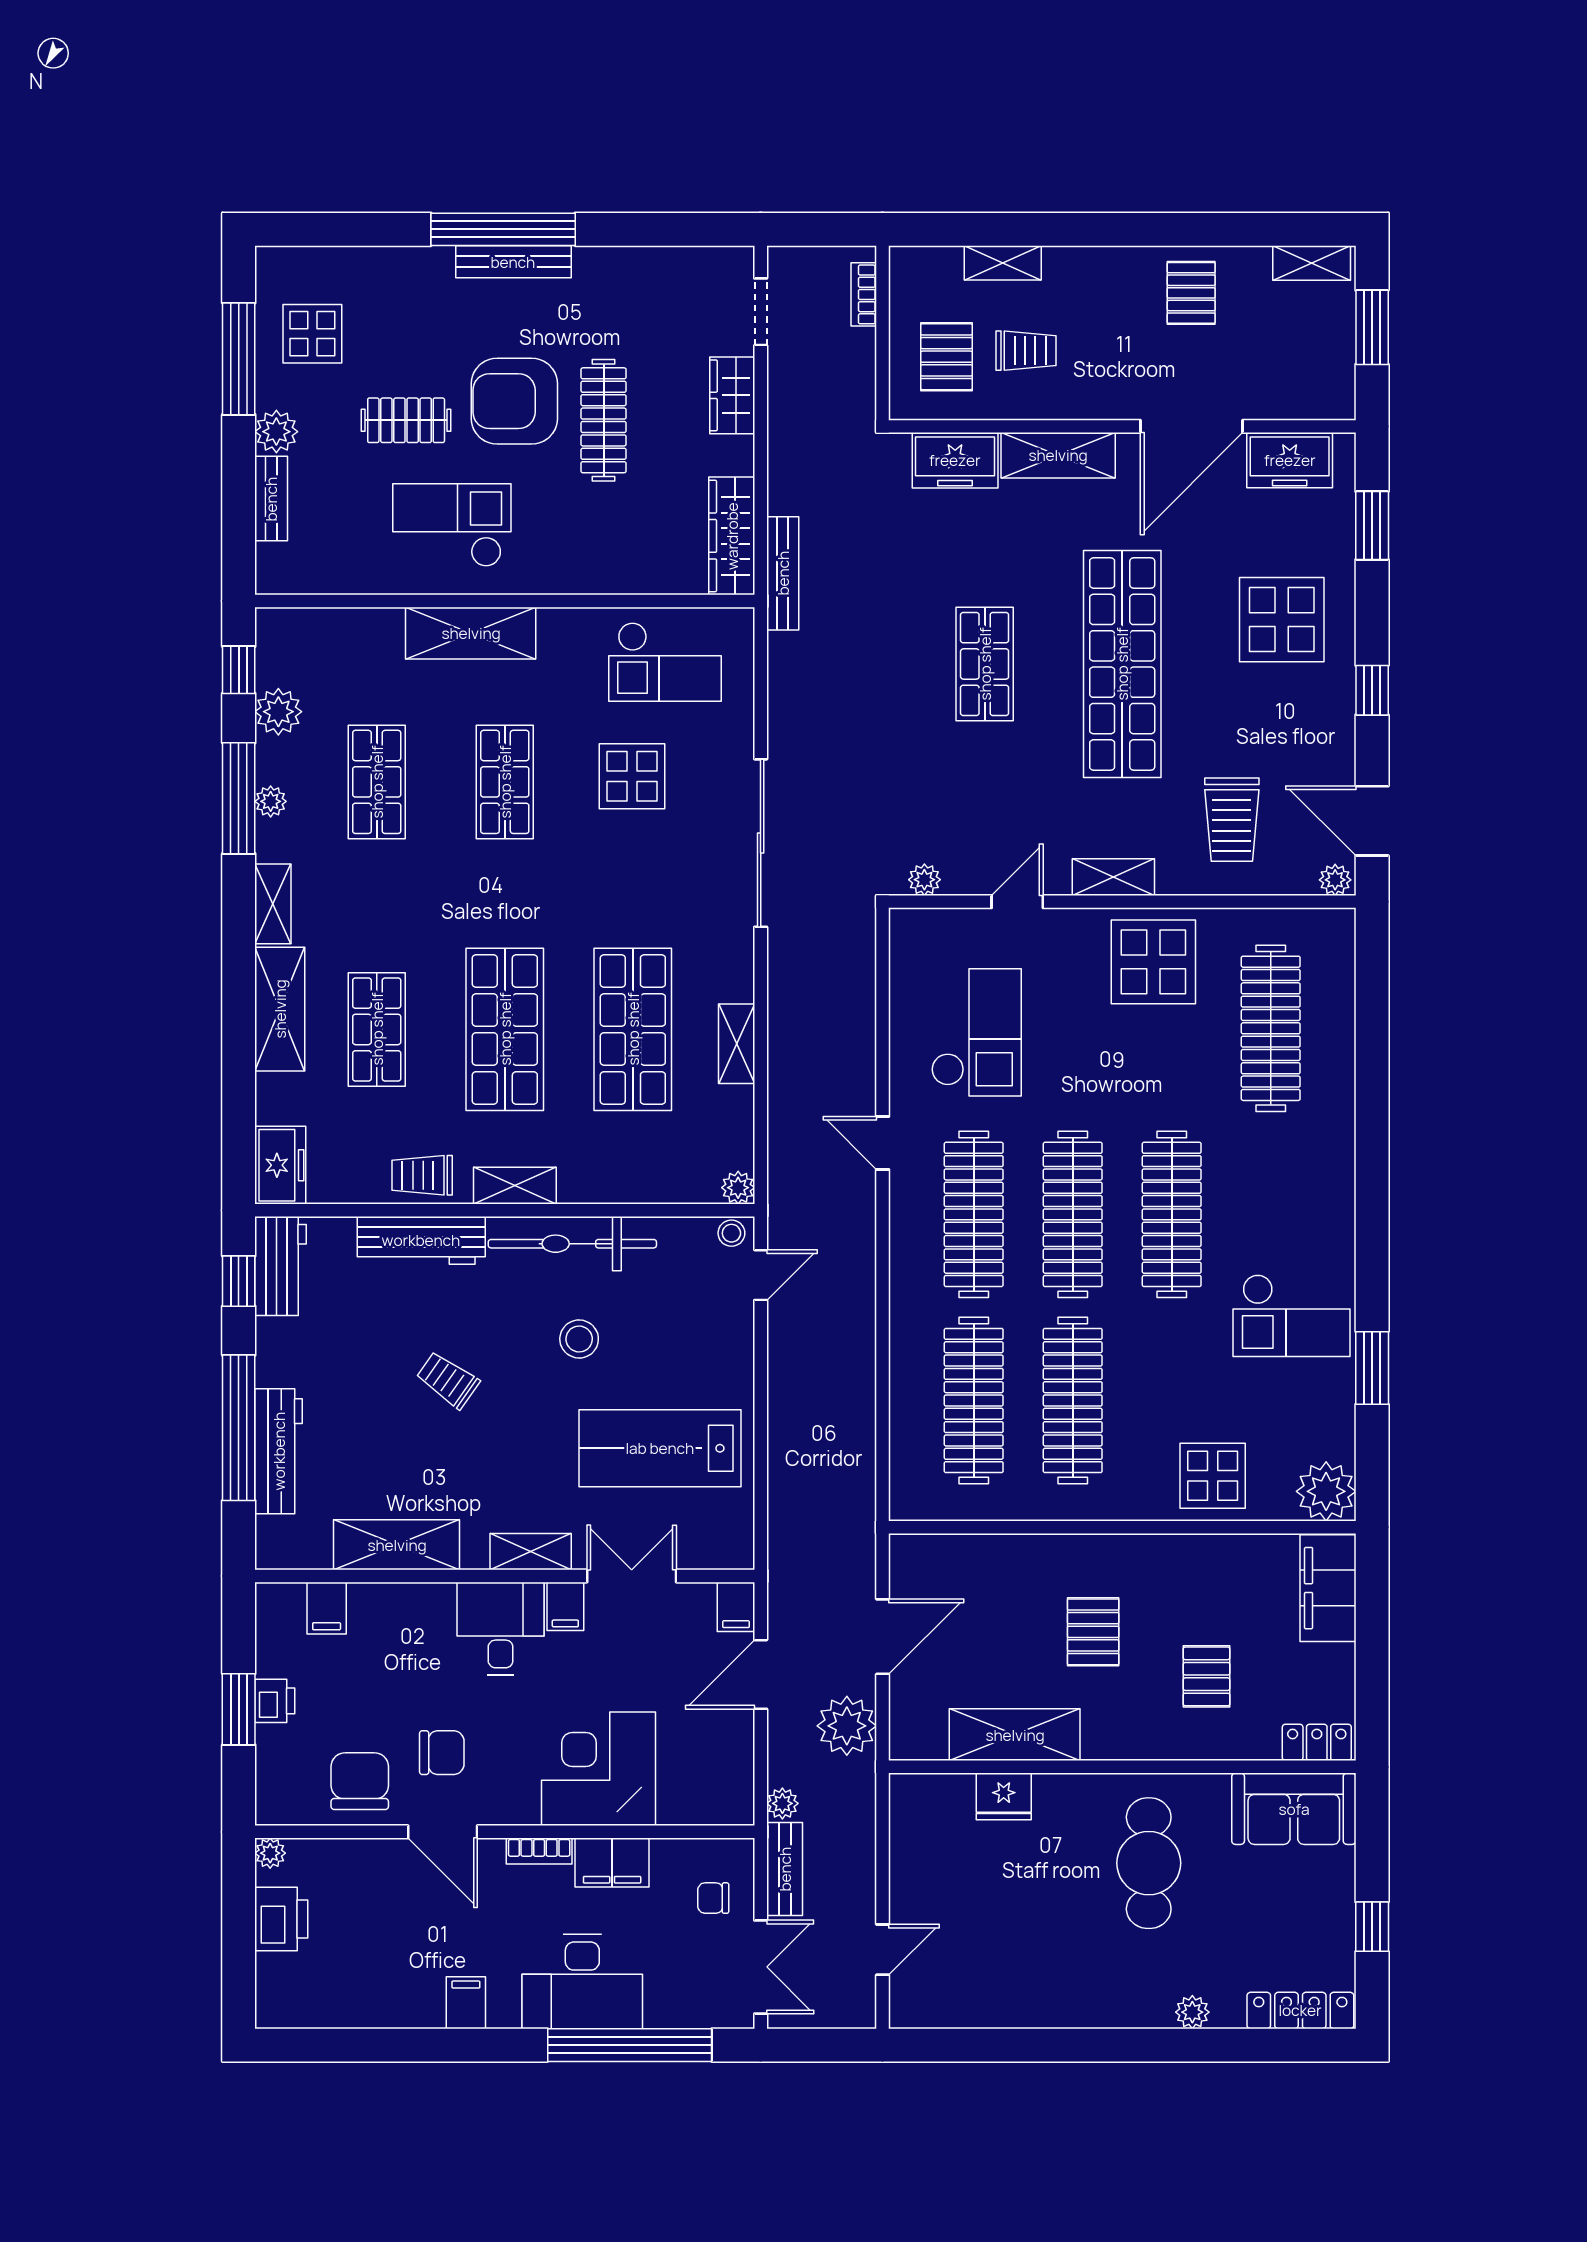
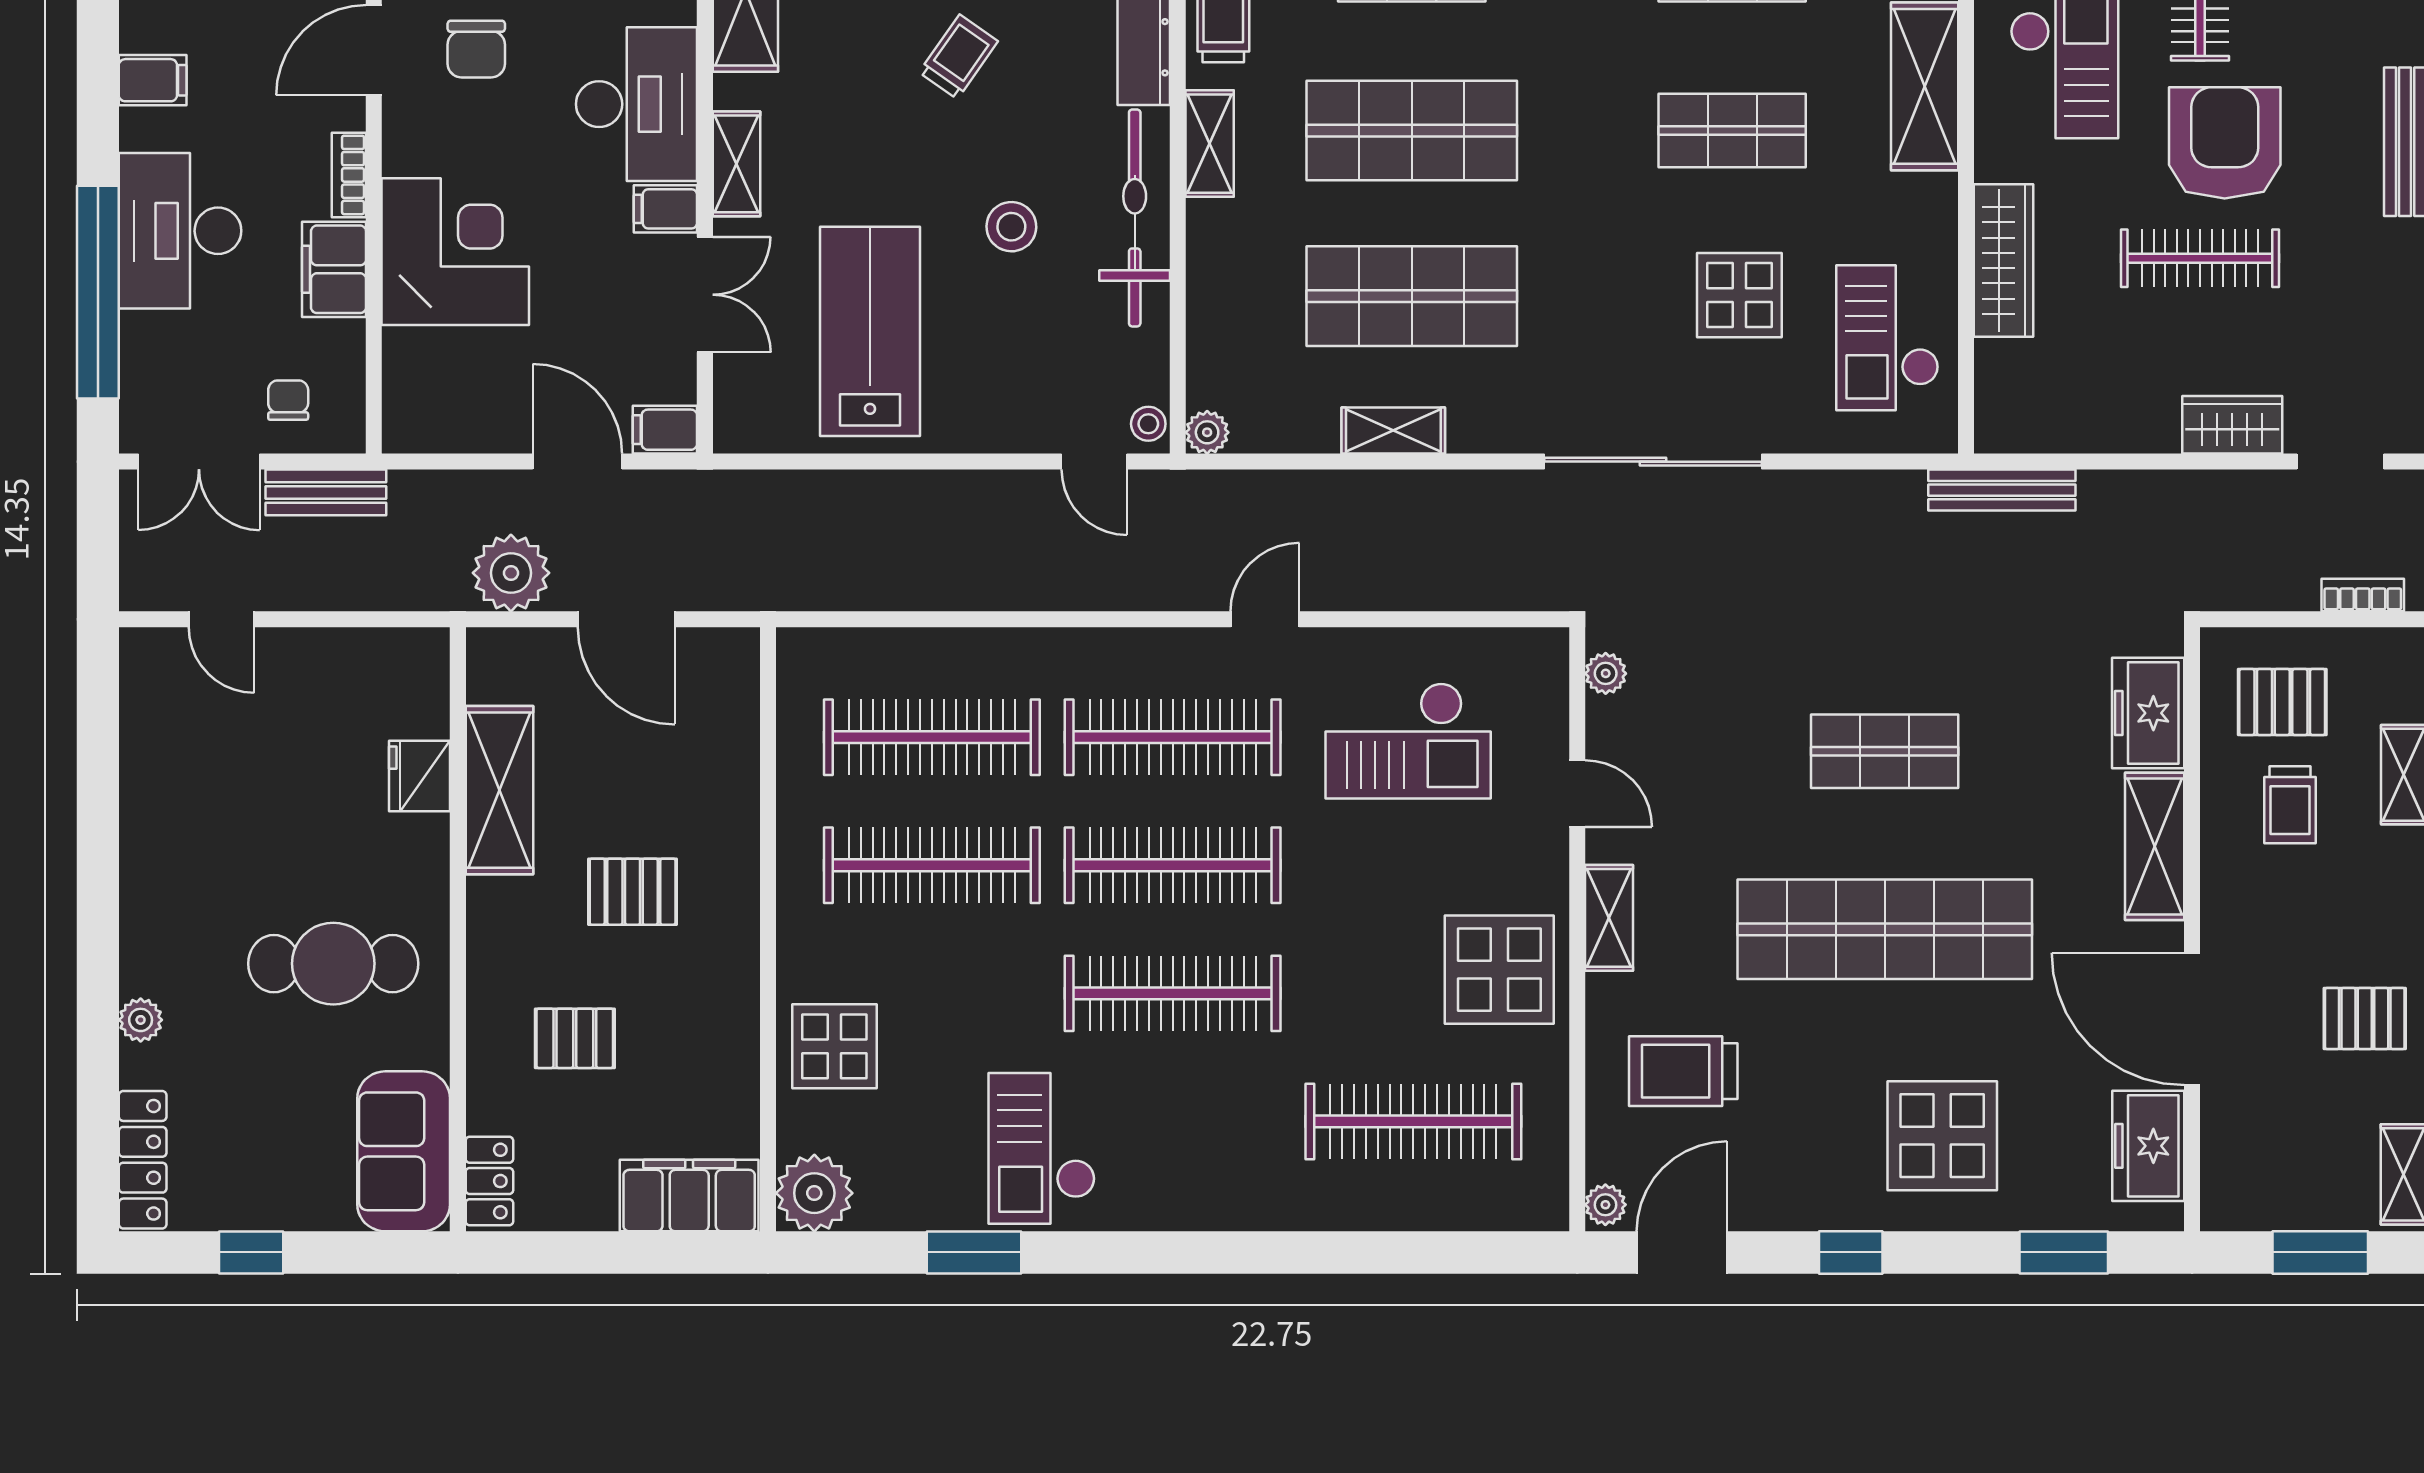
wardrobe: (732, 536) -> (2004, 261), moved, turned 90
desk: (501, 1629) -> (637, 104), width x1.37
plant: (782, 1803) -> (410, 490), removed

